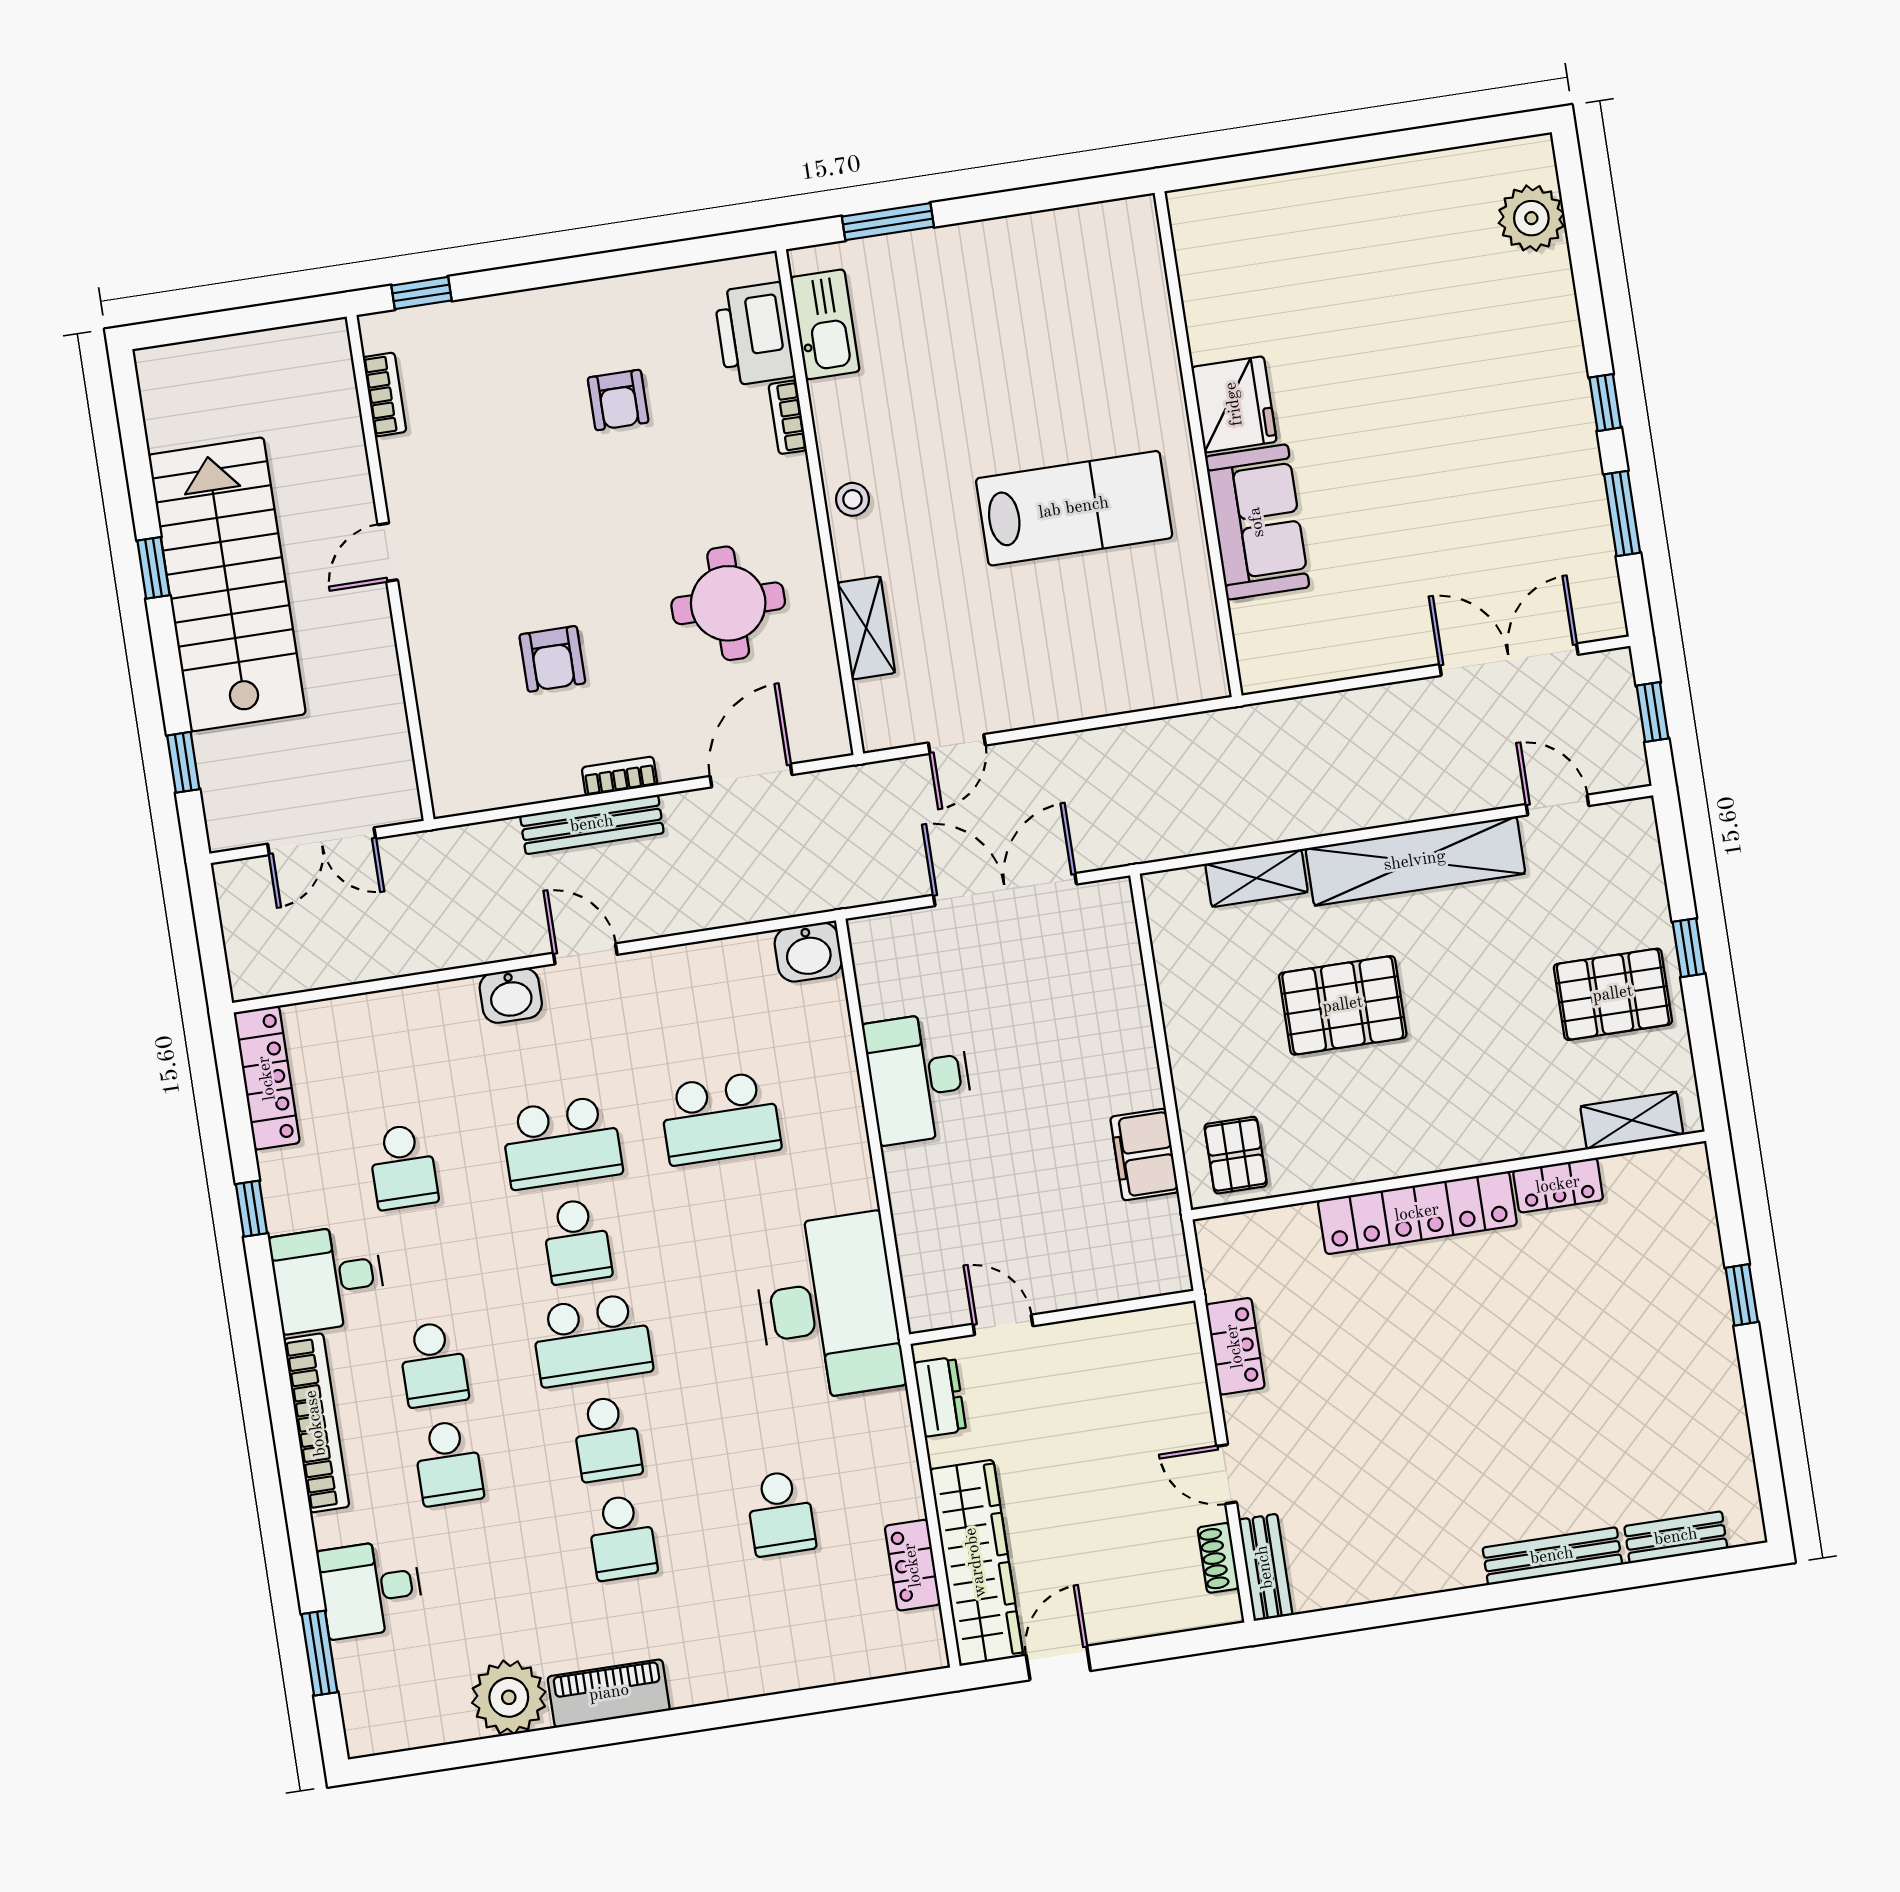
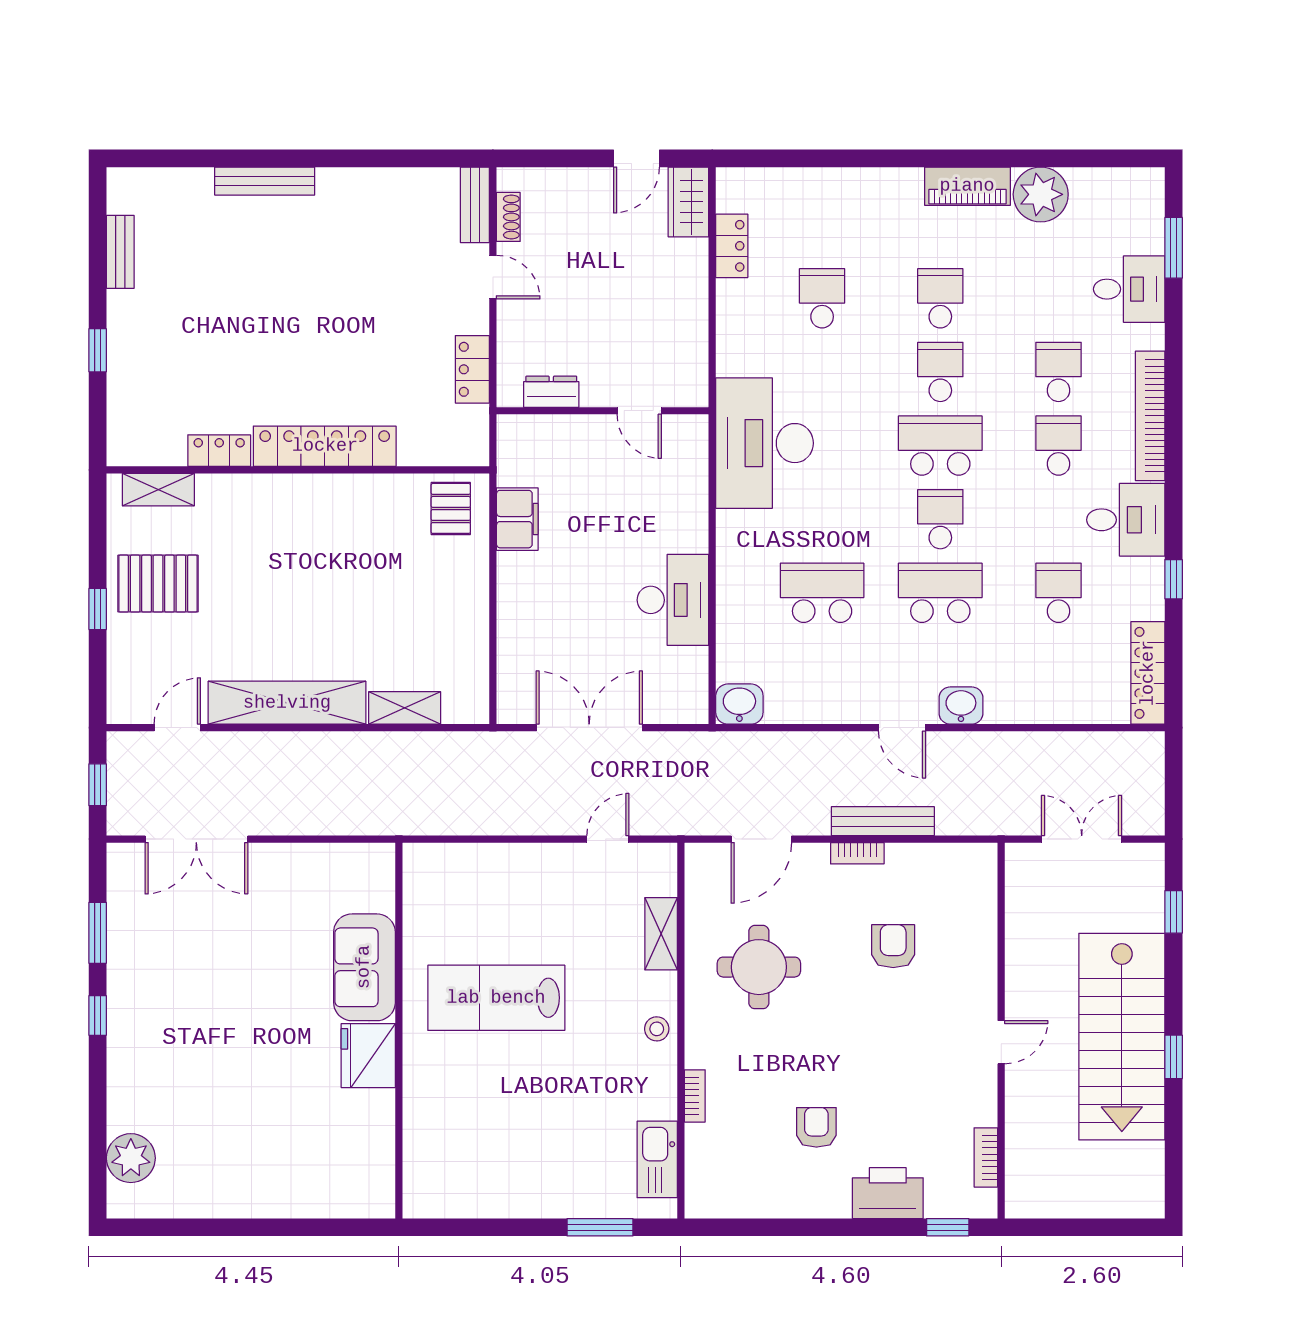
printer: (754, 334) -> (888, 1193), moved, turned -90
door: (1557, 805) -> (177, 728), swing flipped
double door: (1005, 890) -> (589, 728), swing flipped
pallet: (1343, 1005) -> (356, 606), removed
dresser: (940, 1397) -> (551, 392), moved, turned 90
bench: (1676, 1537) -> (120, 252), moved, turned 90
wardrobe: (976, 1563) -> (688, 202), width x0.48, depth x0.85

